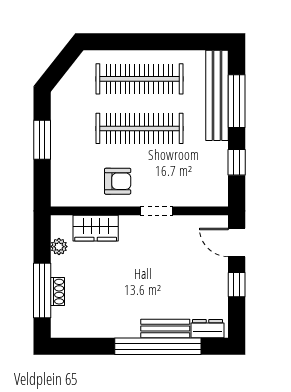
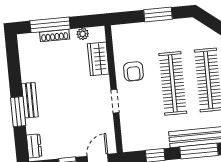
shoe rack: (57, 292) -> (55, 36), width x1.43
bench: (165, 328) -> (30, 100), moved
window: (158, 346) -> (18, 112), width x0.47

